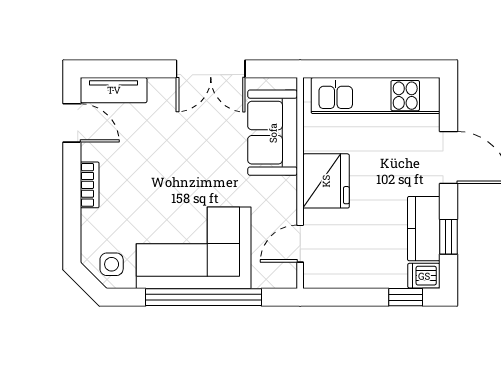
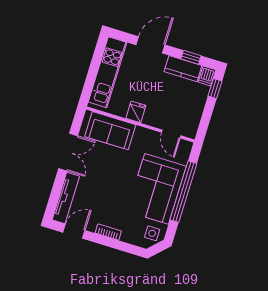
tv unit: (114, 90) -> (66, 198), width x1.41
fridge: (326, 181) -> (136, 112), width x0.53, depth x0.75

